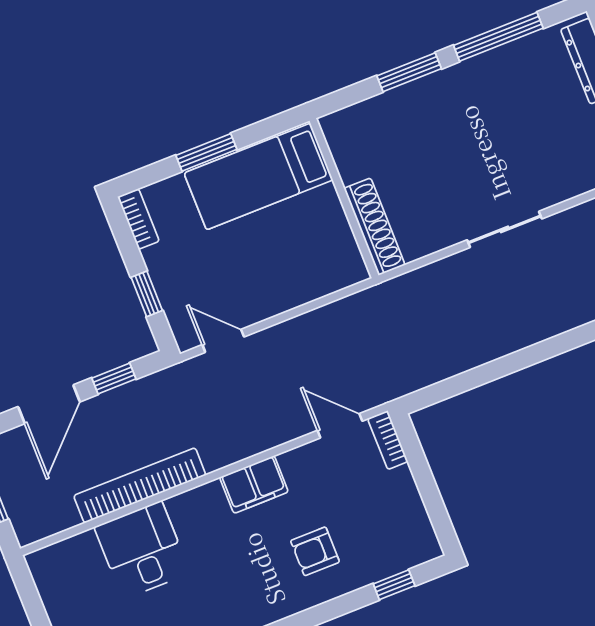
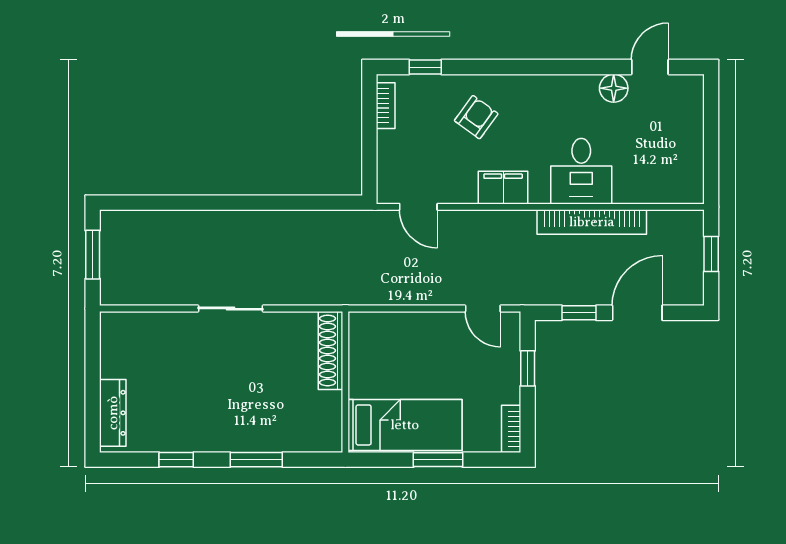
window: (498, 37) -> (176, 460), width x0.46
bookcase: (388, 440) -> (386, 106), moved
desk: (142, 550) -> (581, 171), moved
armchair: (315, 551) -> (476, 117), turned -54

